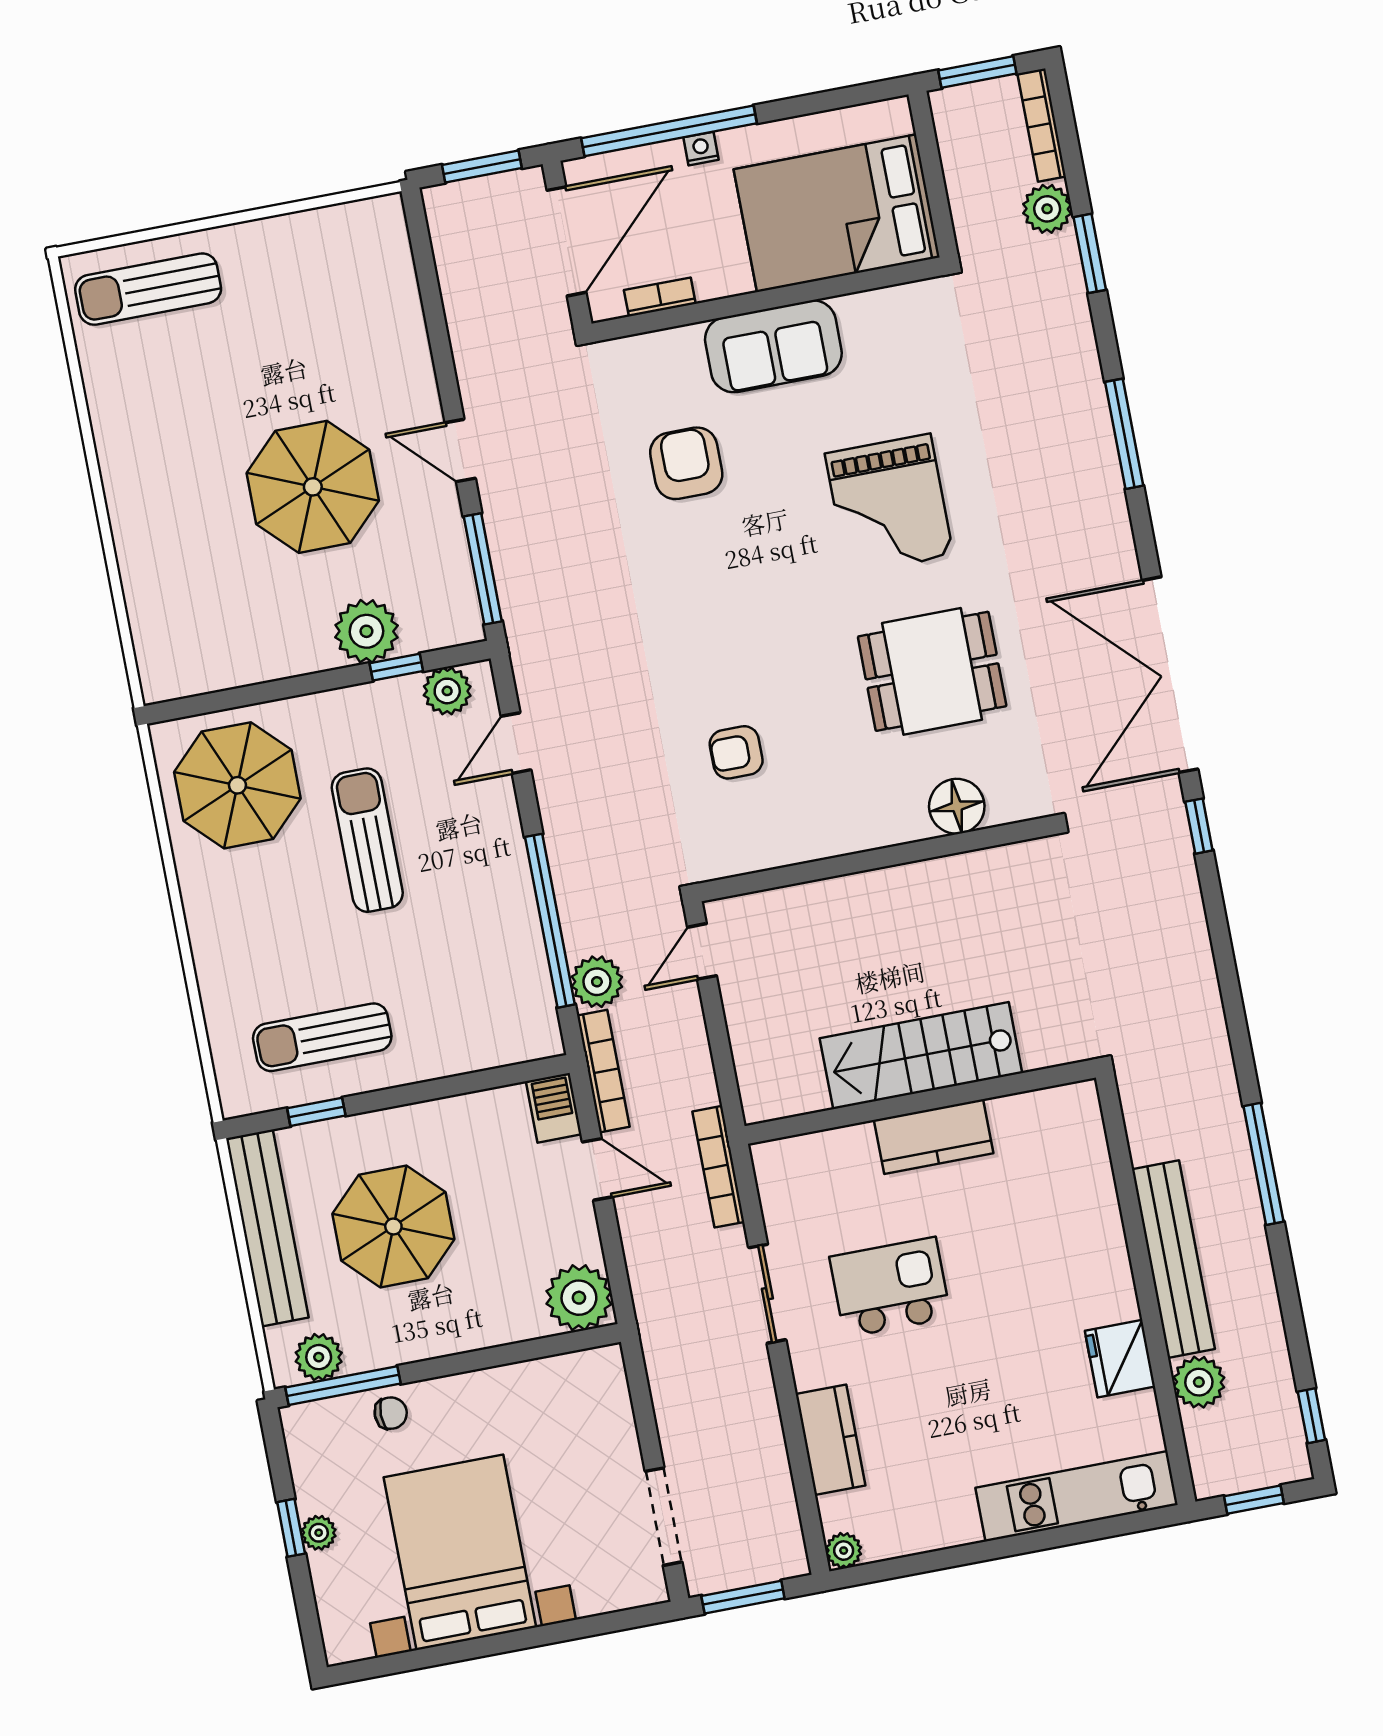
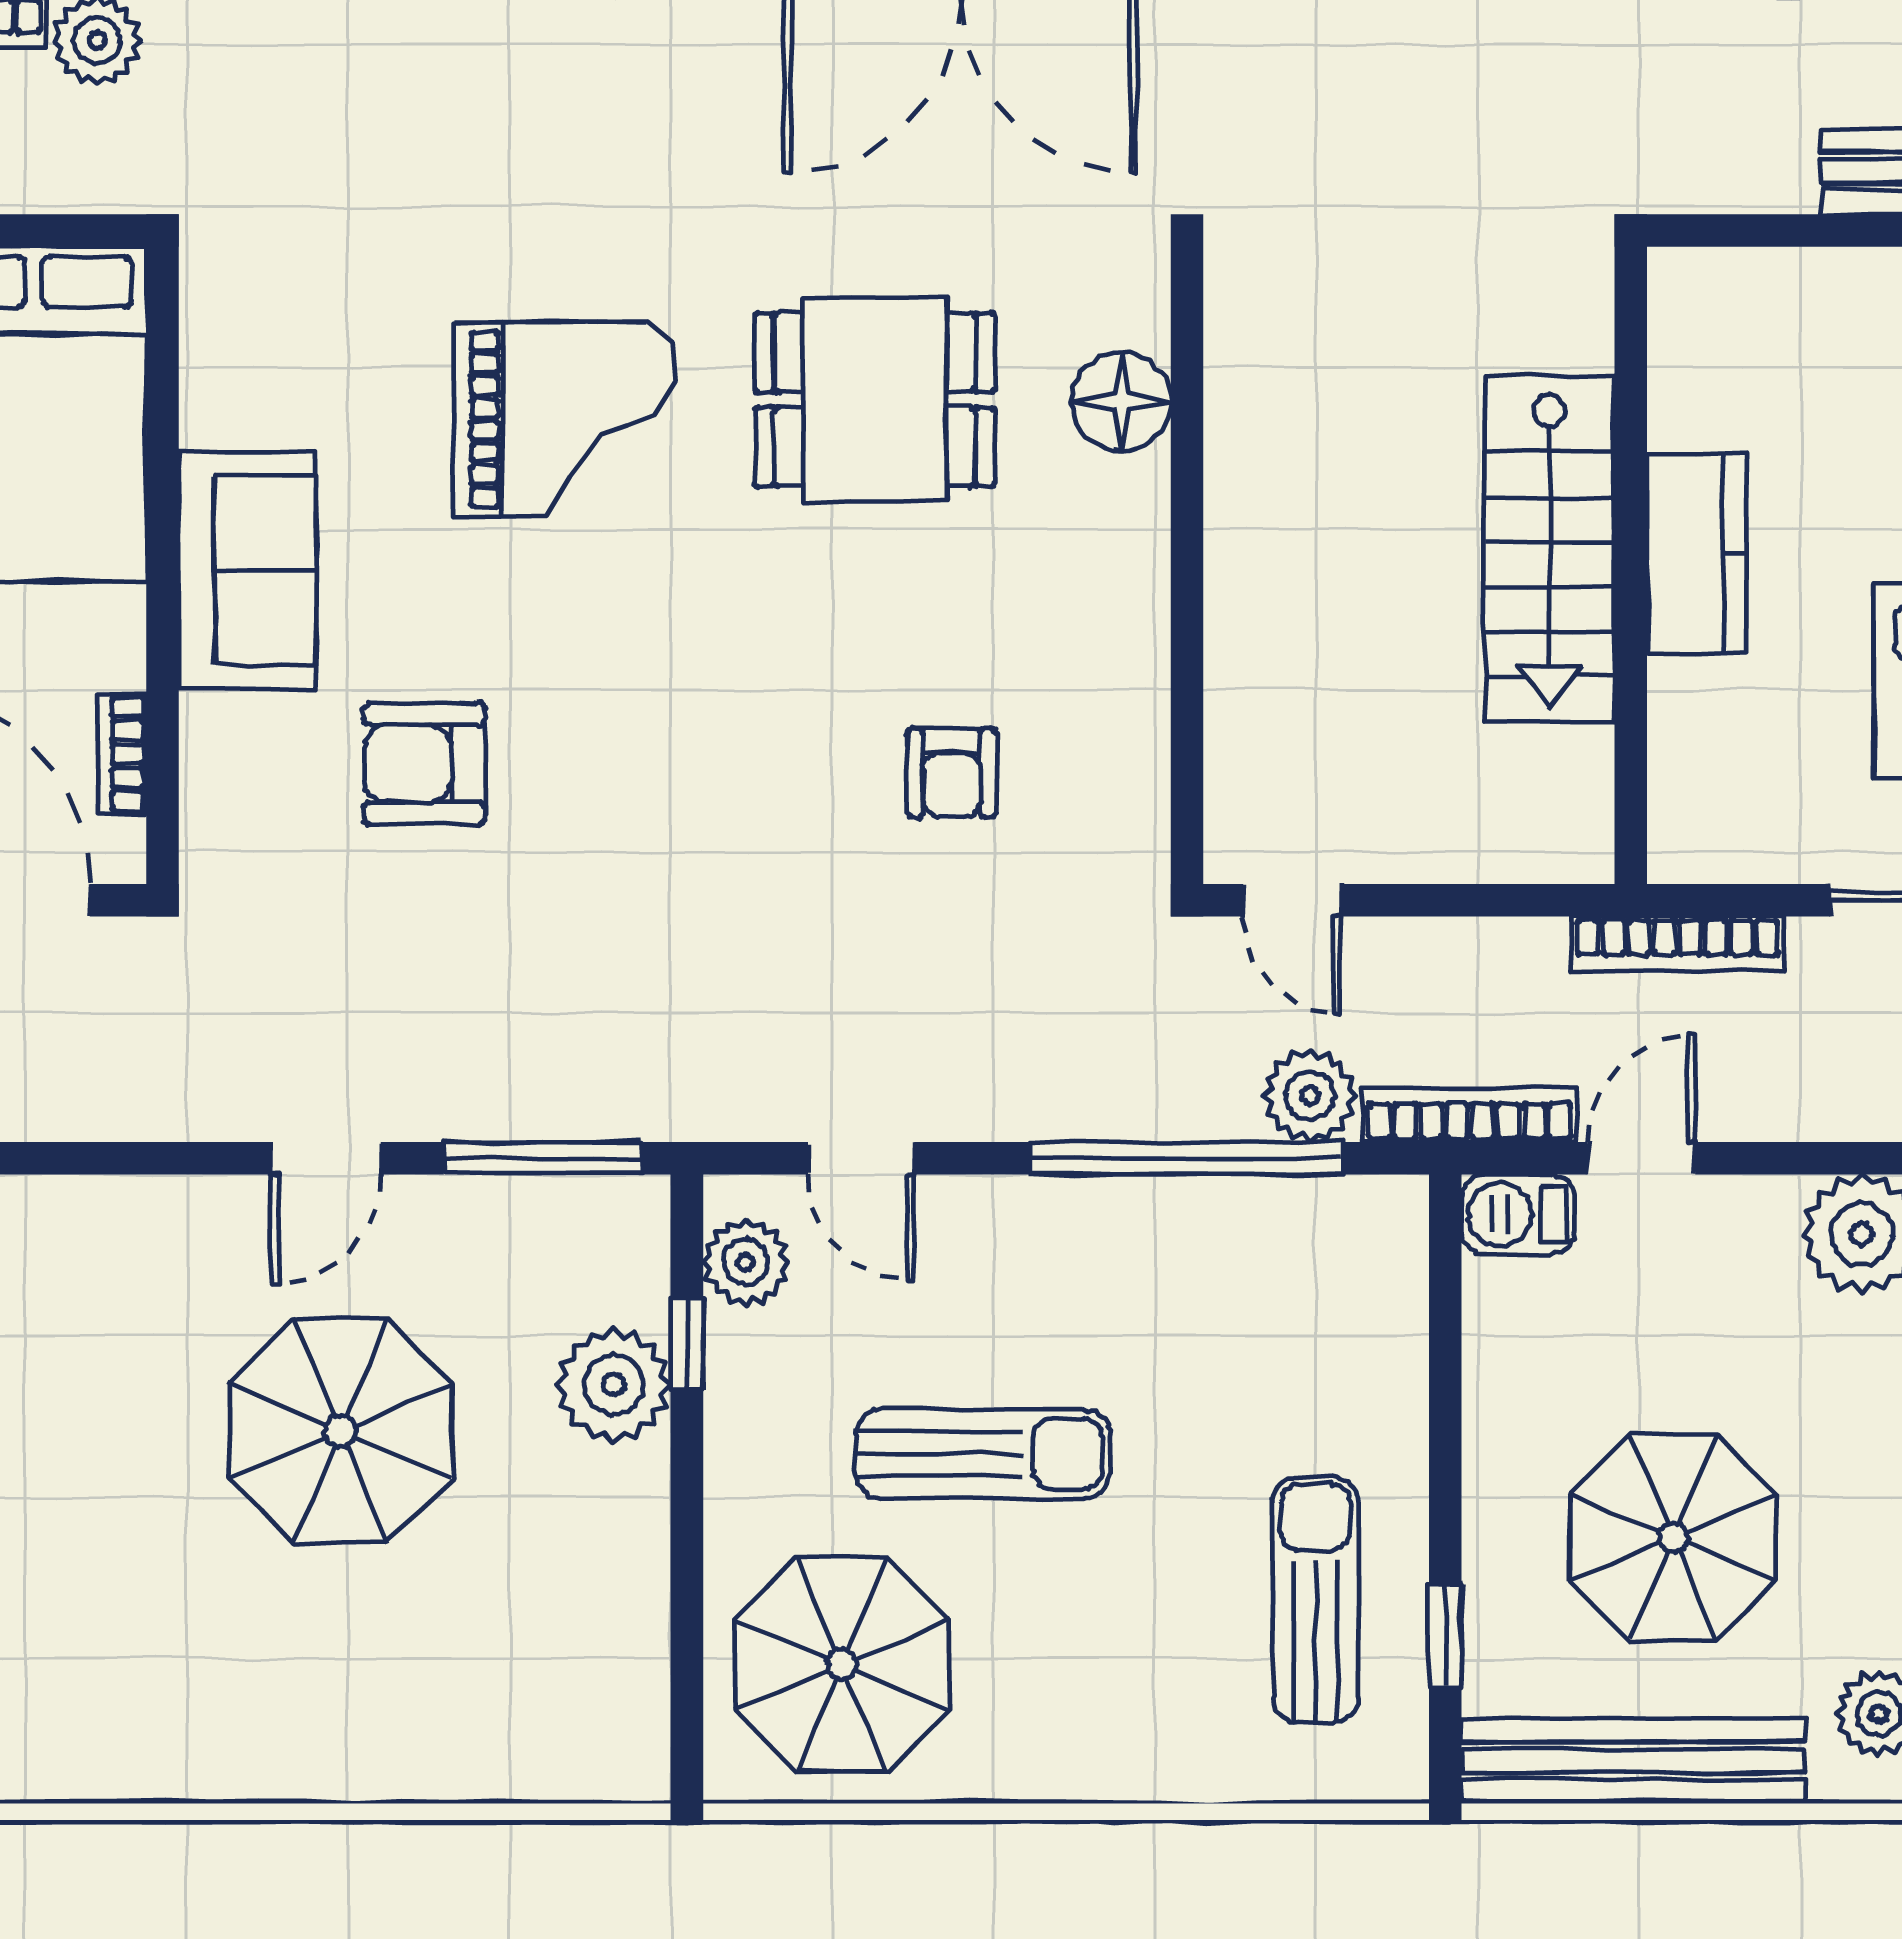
dining table: (932, 671) -> (875, 400), turned 90
sun lounger: (367, 840) -> (983, 1454), turned 180
sun lounger: (322, 1037) -> (1315, 1600), turned 180

